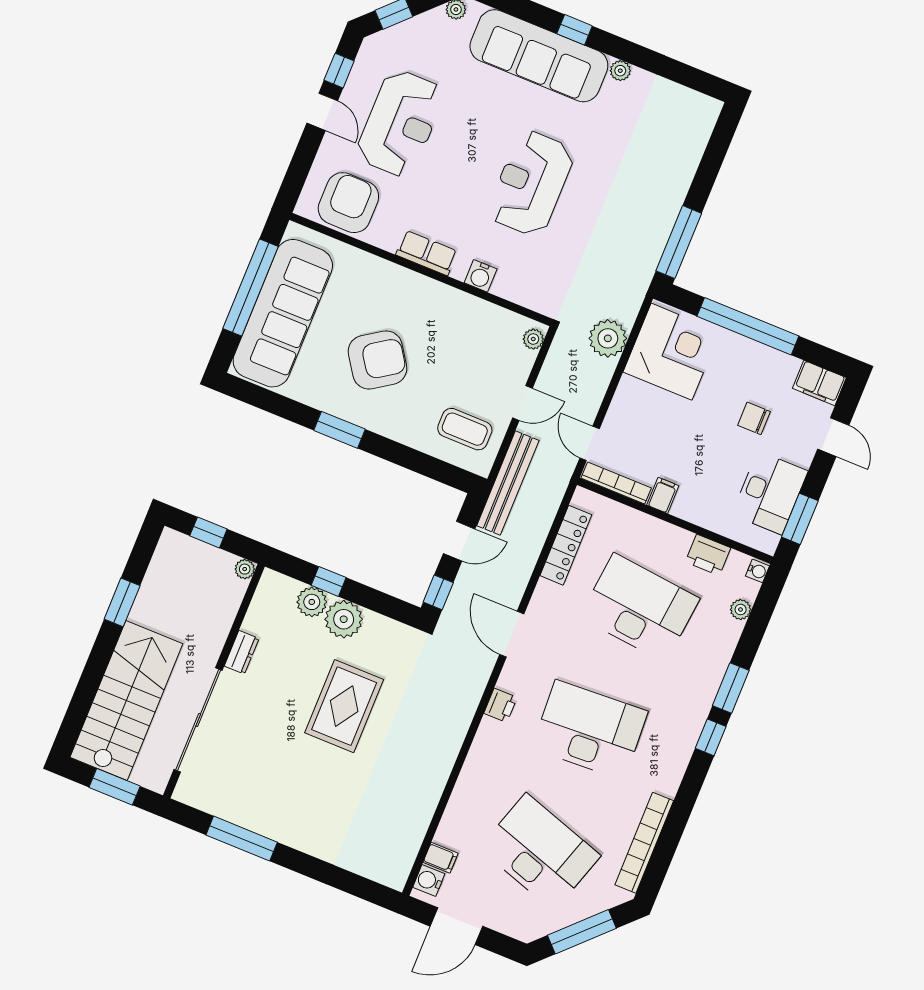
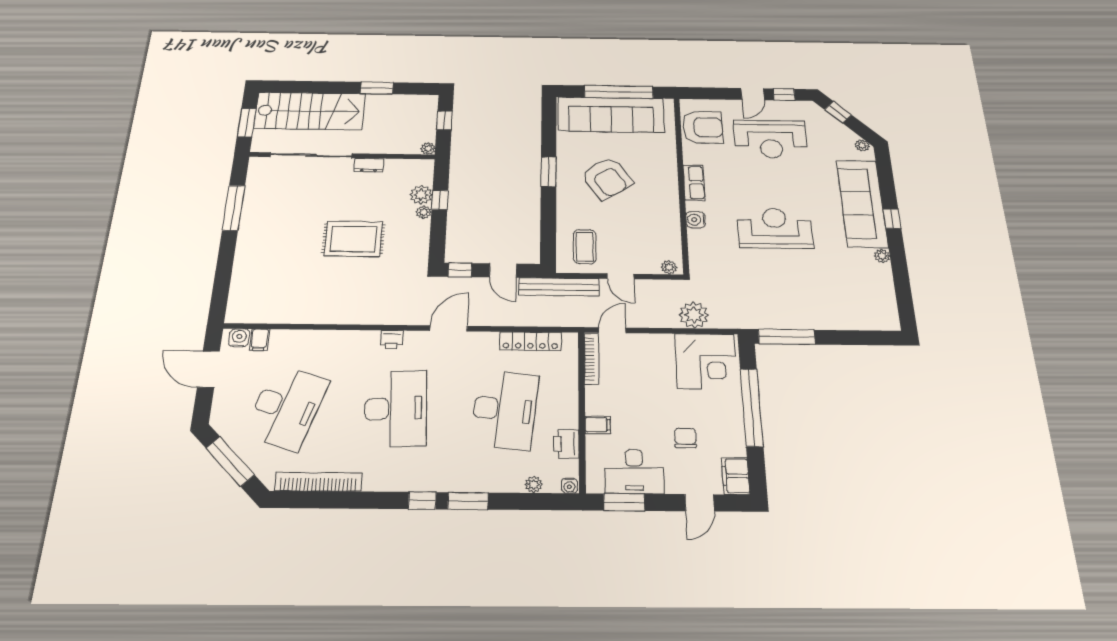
filing cabinet: (663, 495) -> (598, 425), moved
plant: (344, 619) -> (424, 212), width x0.53, depth x0.53

